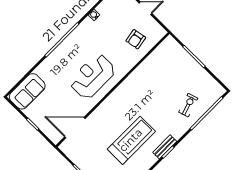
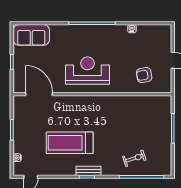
treadmill: (131, 140) -> (70, 143), turned 180

